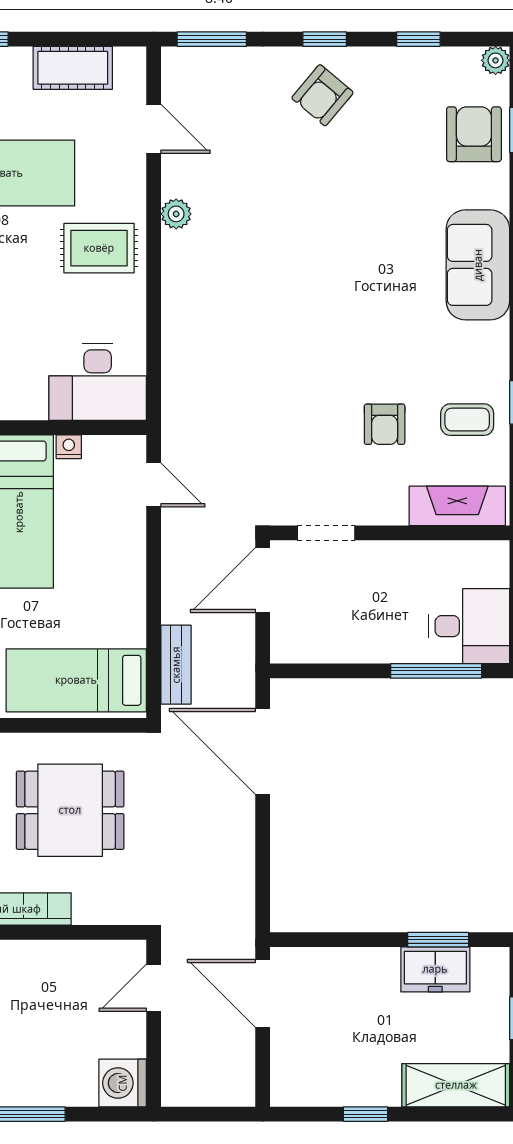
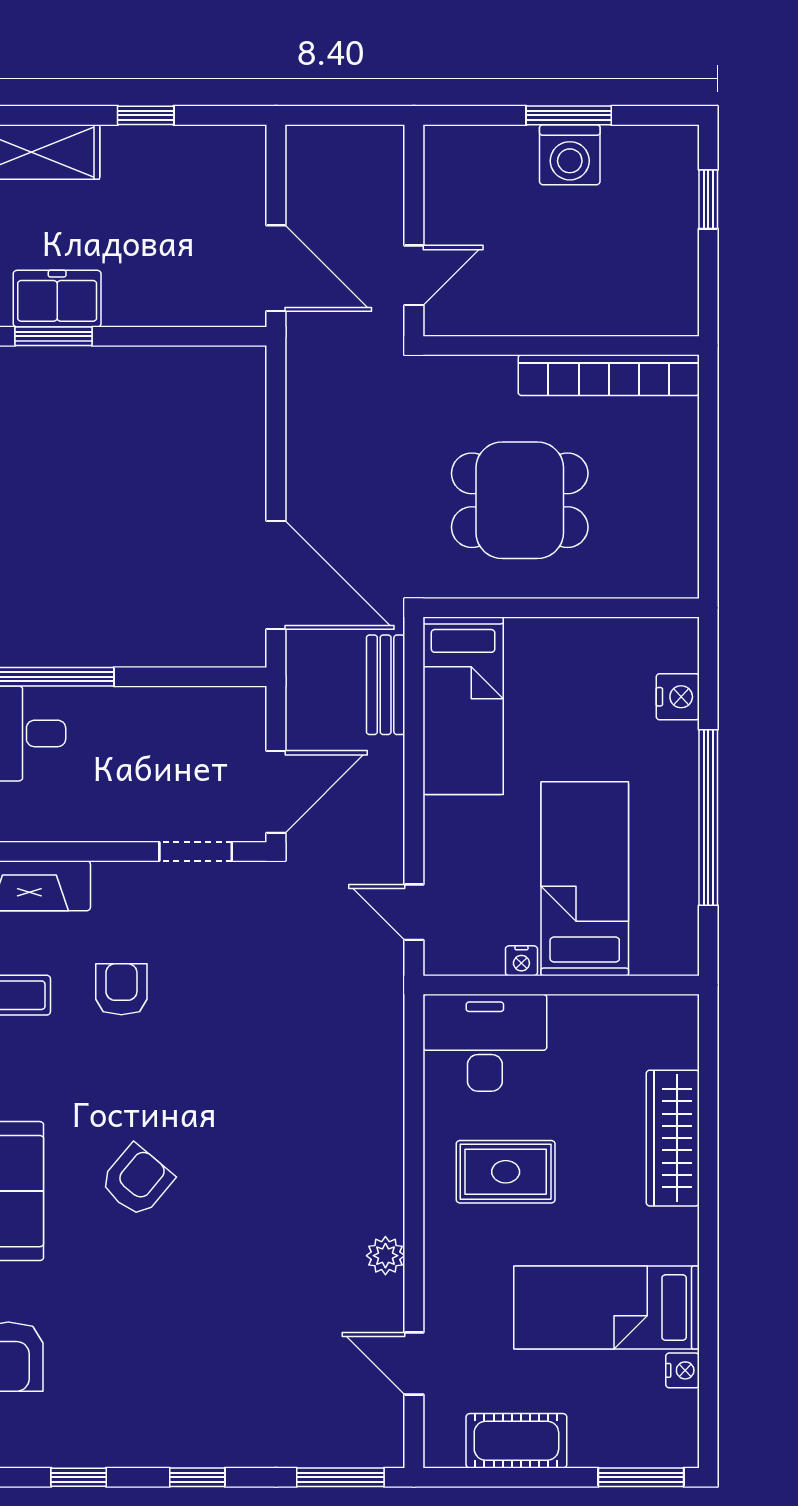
armchair: (322, 95) -> (137, 1181), moved
rug: (99, 248) -> (506, 1172), moved
bed: (76, 680) -> (463, 706), moved, turned 90
washing machine: (123, 1083) -> (570, 155), moved, turned 90

